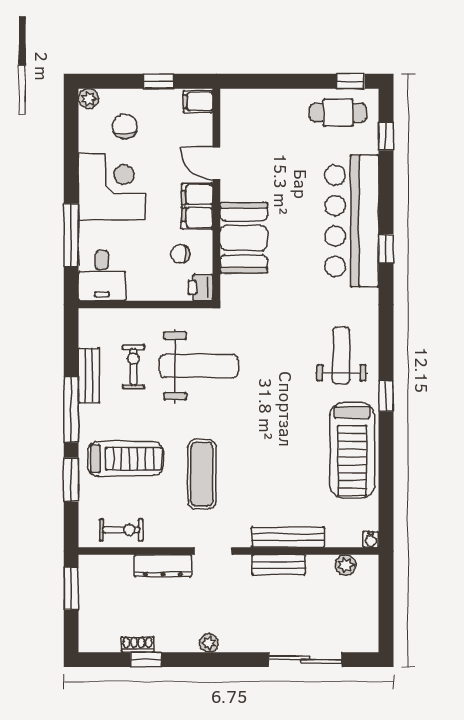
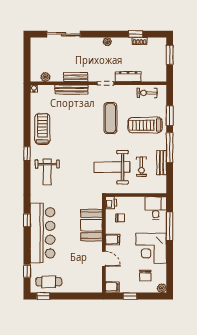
filing cabinet: (197, 206) -> (113, 240), width x0.50
treadmill: (352, 450) -> (42, 129), width x0.73, depth x0.73
window: (71, 589) -> (170, 55), moved

